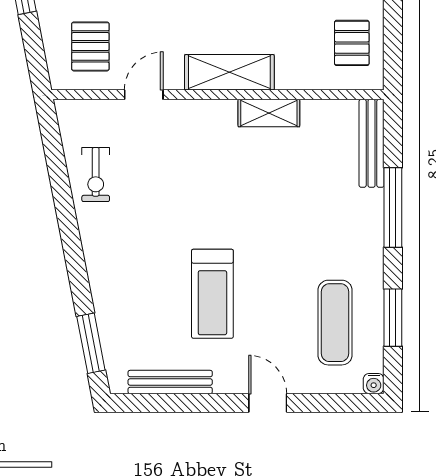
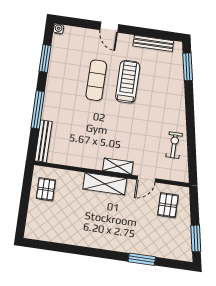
shelving: (269, 113) -> (118, 166), moved
exercise mat: (335, 323) -> (96, 80), moved

